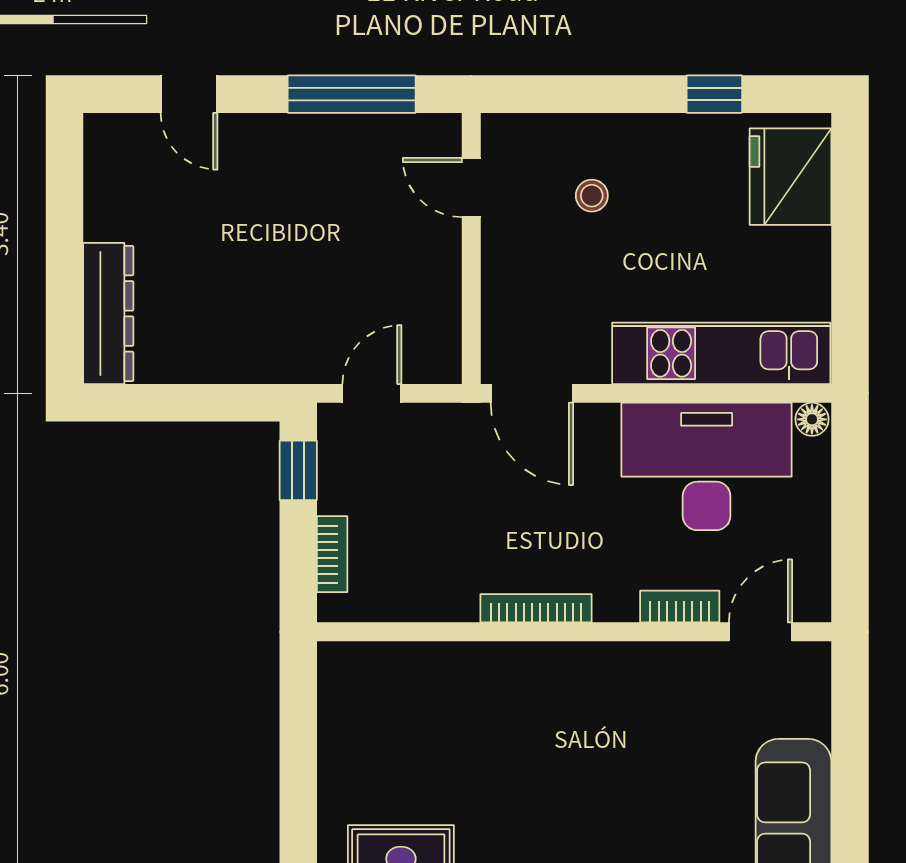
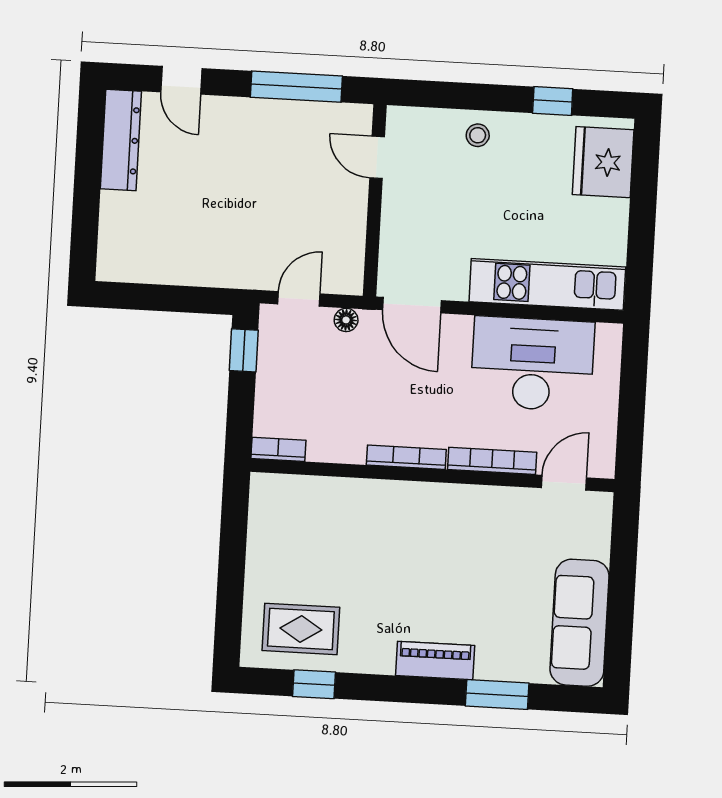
stool: (592, 196) -> (478, 135), moved
dresser: (108, 313) -> (121, 140), moved
floor lamp: (812, 419) -> (346, 320), moved
bookcase: (332, 554) -> (278, 449), moved, turned -90
bookcase: (680, 607) -> (492, 461), width x1.56

